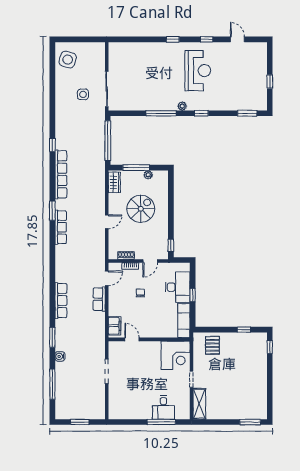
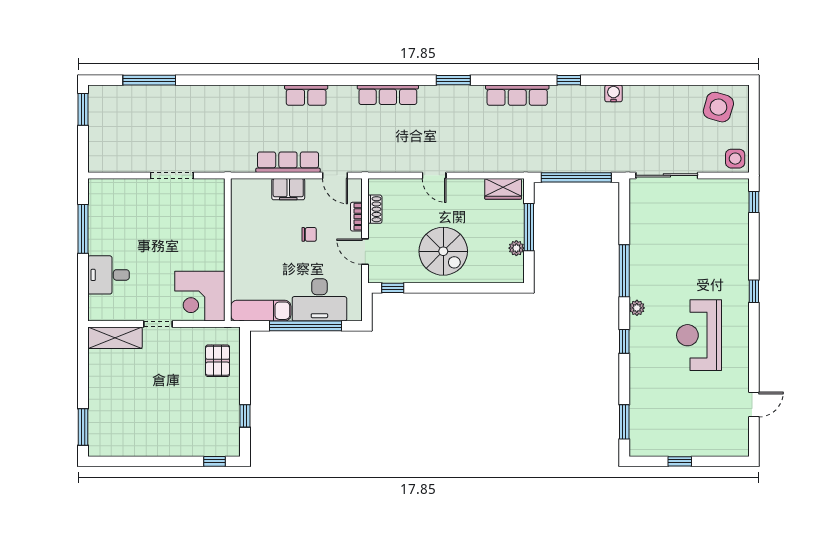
window: (207, 39) -> (754, 202), moved
reception desk: (198, 71) -> (699, 335), turned 90
side table: (83, 94) -> (735, 159), moved
row of seats: (61, 174) -> (517, 95), width x0.73
spiral stairs: (141, 209) -> (443, 251), moved
row of seats: (61, 227) -> (388, 95), moved
window: (193, 295) -> (306, 326), width x3.17
row of seats: (99, 299) -> (288, 162), width x1.48
row of seats: (61, 301) -> (306, 95), width x0.68
filing cabinet: (115, 326) -> (288, 189), moved
window: (52, 337) -> (231, 80), removed
door: (132, 339) -> (228, 220), removed
pallet: (212, 345) -> (218, 361), turned 90
water cooler: (60, 356) -> (614, 93), moved
window: (80, 422) -> (83, 109), moved
window: (161, 422) -> (83, 229), moved

